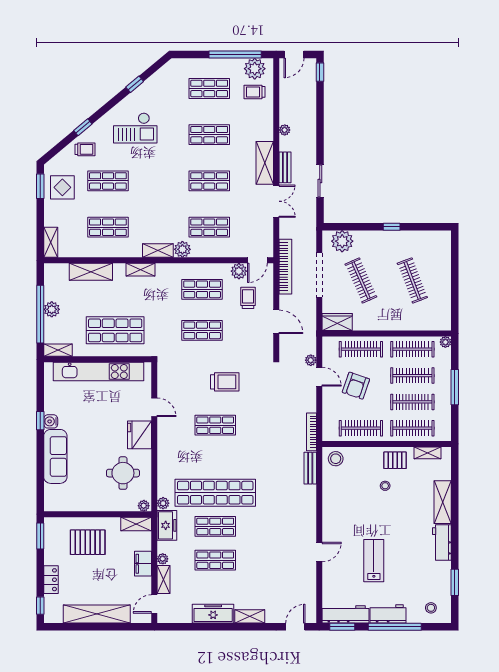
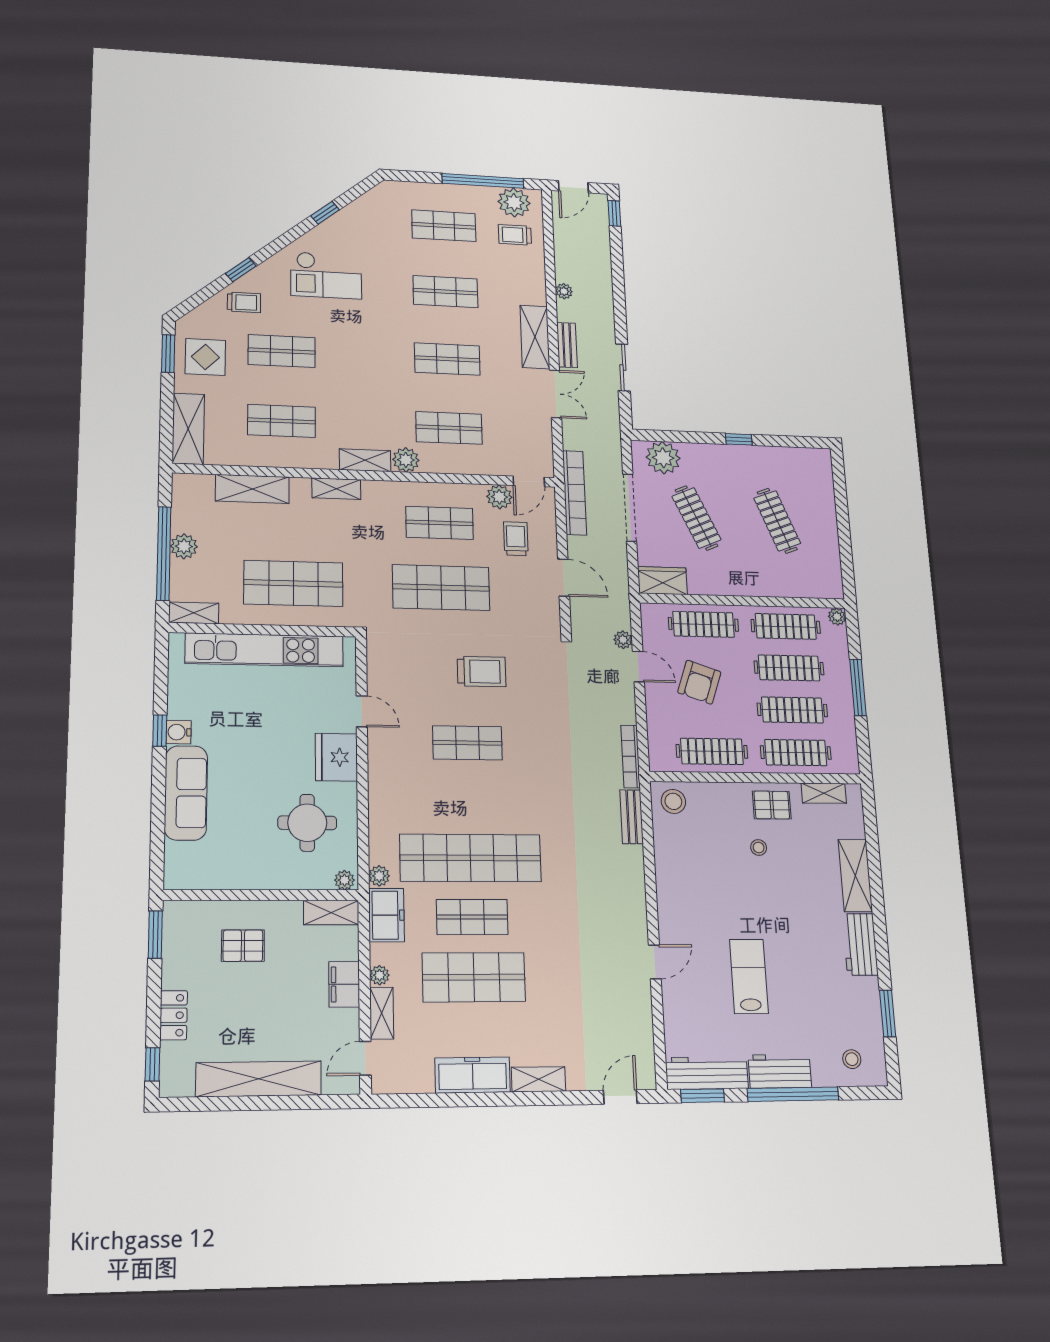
shelving: (51, 242) -> (188, 429), width x1.50, depth x1.33
shop shelf: (202, 330) -> (441, 588), width x1.43, depth x1.36
pallet: (88, 542) -> (243, 946), width x0.67, depth x0.71
shop shelf: (215, 560) -> (474, 977), width x1.43, depth x1.36

